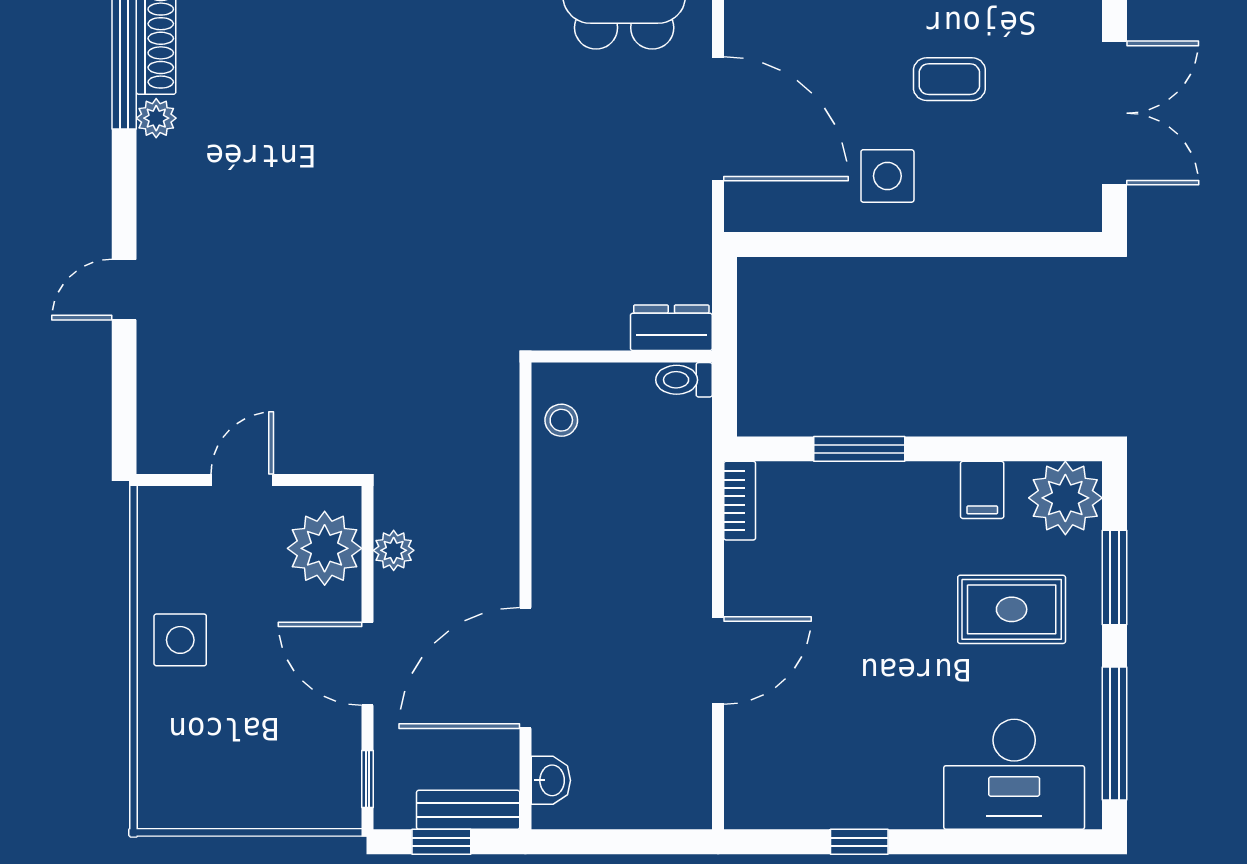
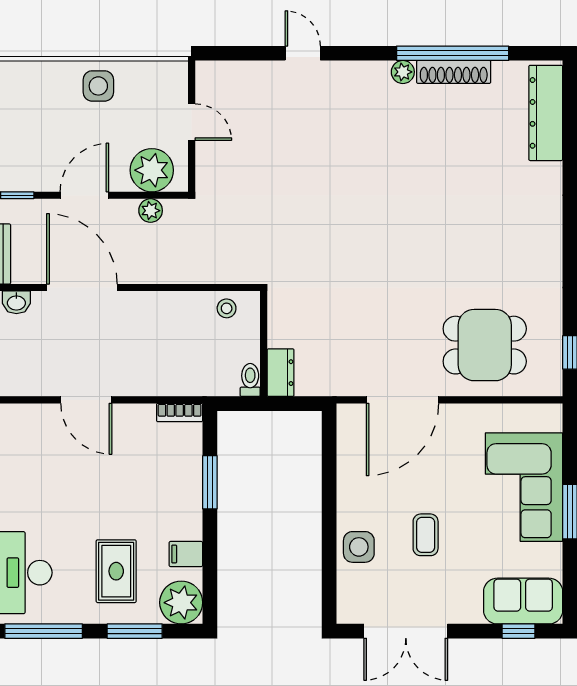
side table: (887, 176) -> (359, 547), moved

